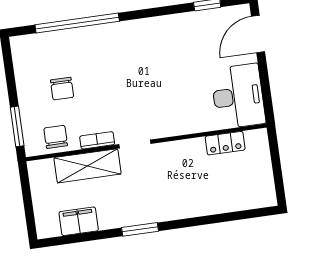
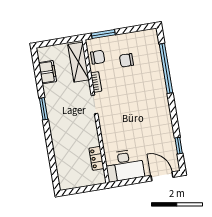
shelving: (88, 166) -> (78, 62), moved

